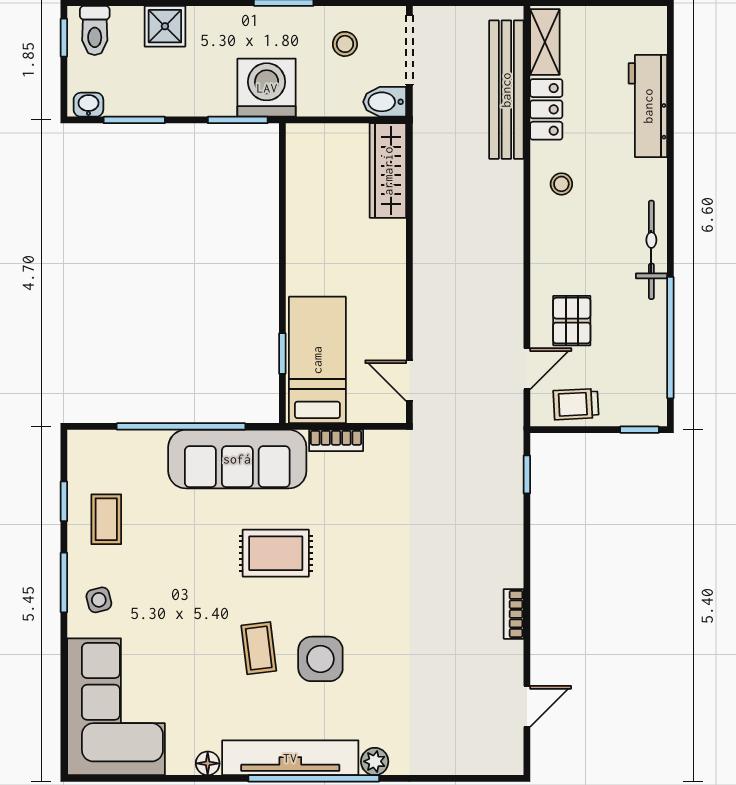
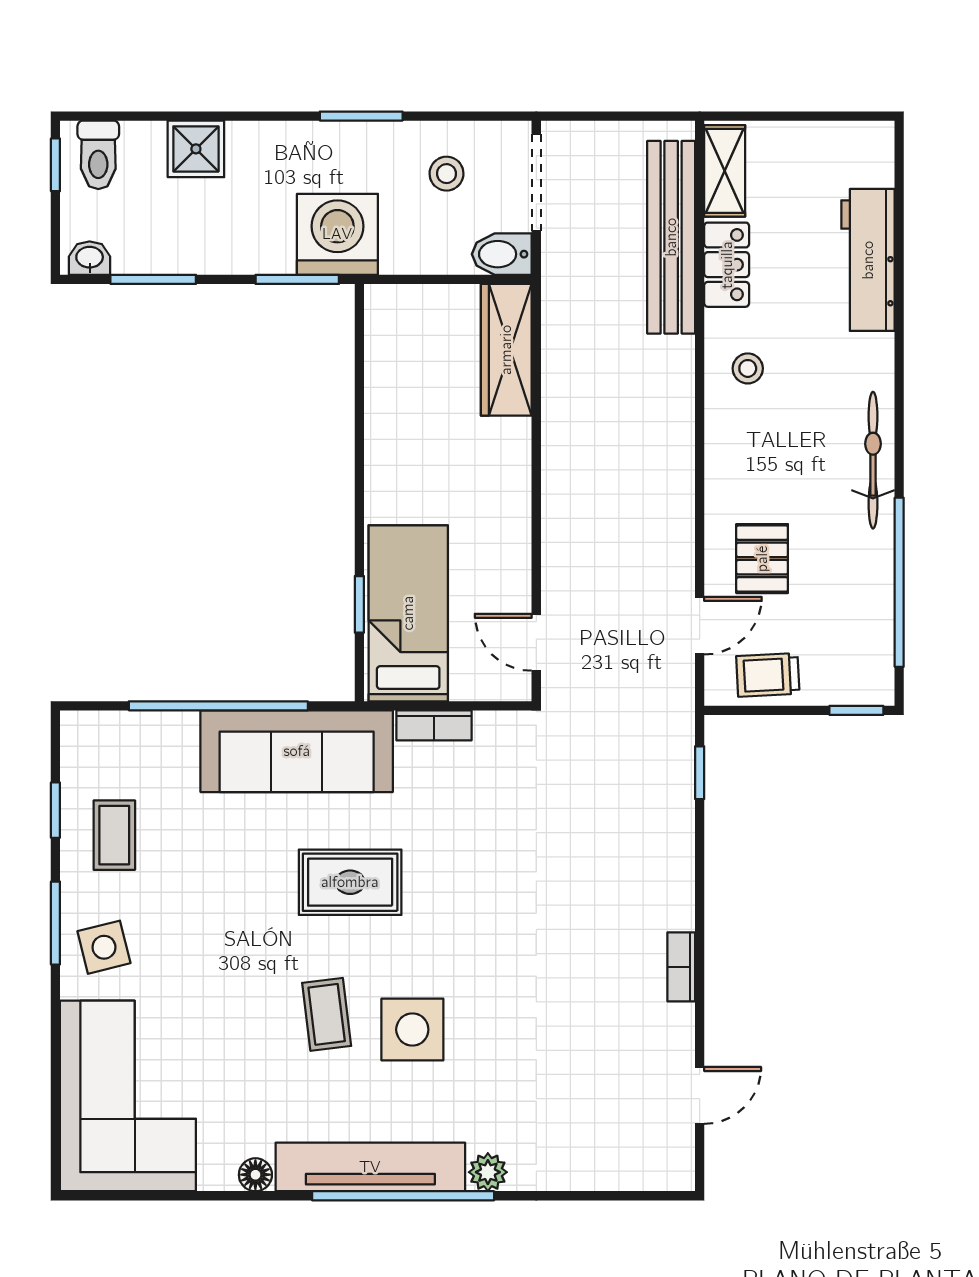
side table: (99, 600) -> (104, 947), width x1.37, depth x1.37

